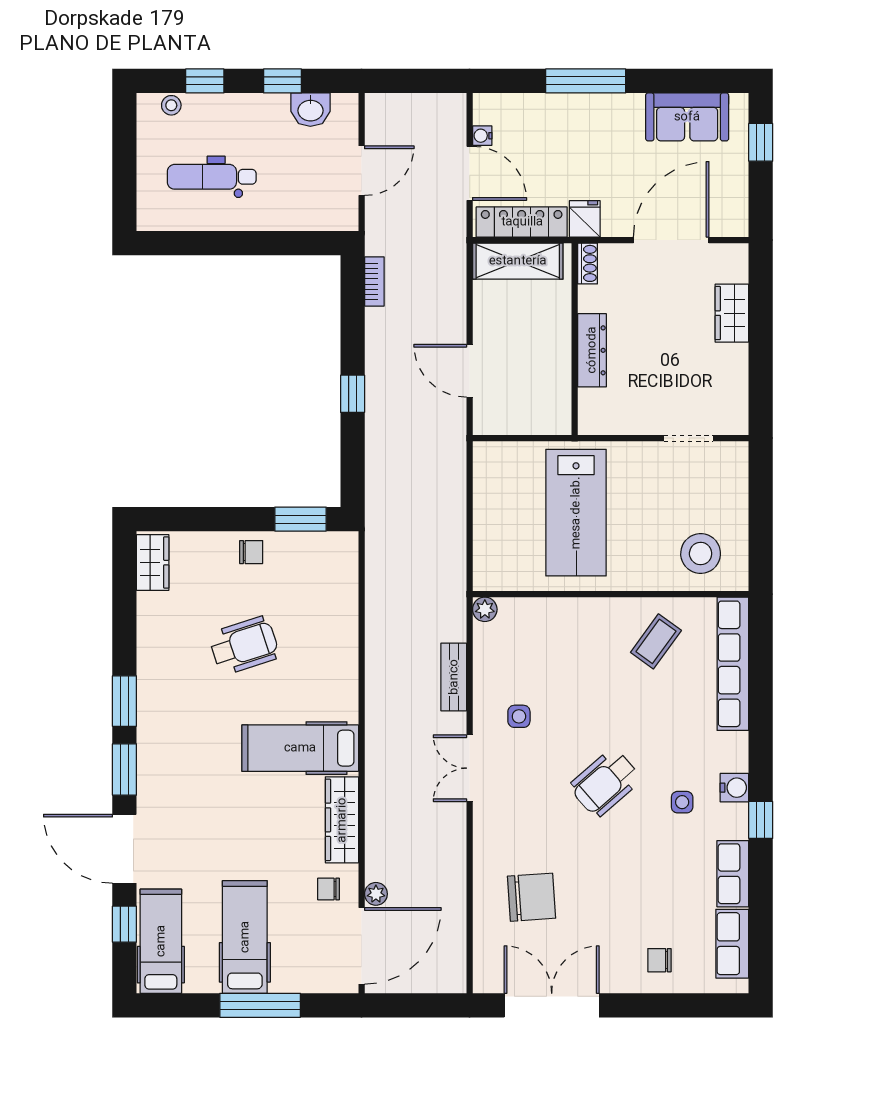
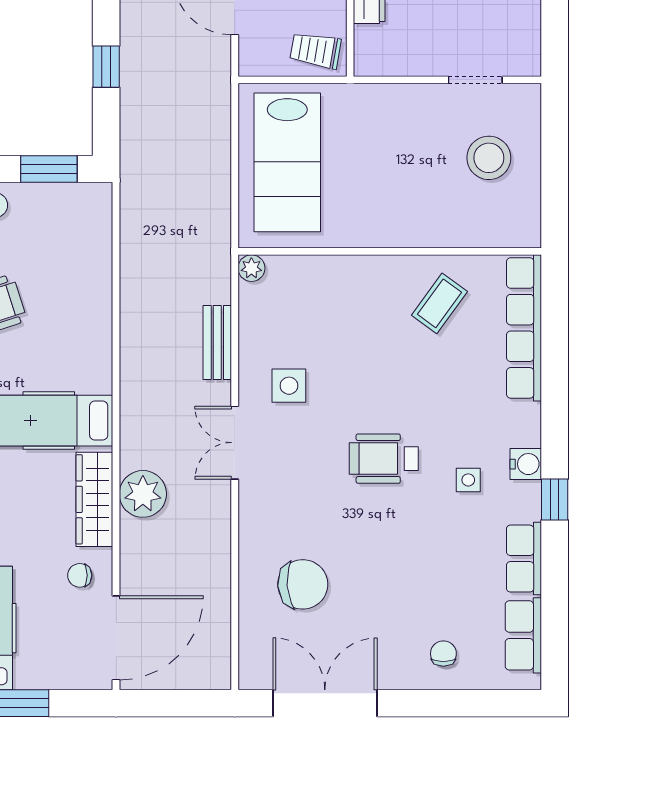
window: (353, 394) -> (106, 67), moved
trolley: (543, 411) -> (316, 50), added
lab bench: (576, 513) -> (287, 162), moved
stool: (701, 554) -> (489, 158), moved
side table: (519, 716) -> (289, 386), width x1.37, depth x1.37
wheelchair: (605, 783) -> (384, 459), turned 41
plant: (376, 894) -> (143, 494), moved, width x1.88, depth x1.88
chair: (659, 960) -> (443, 654), turned 90

